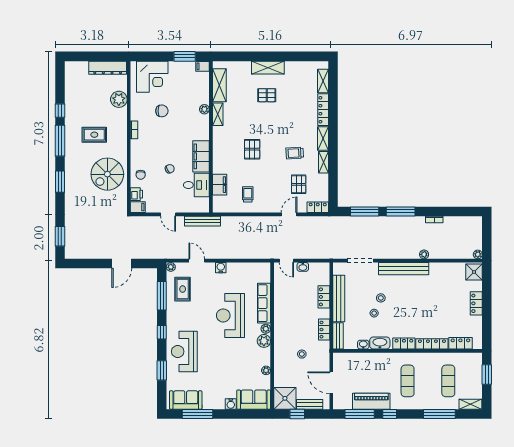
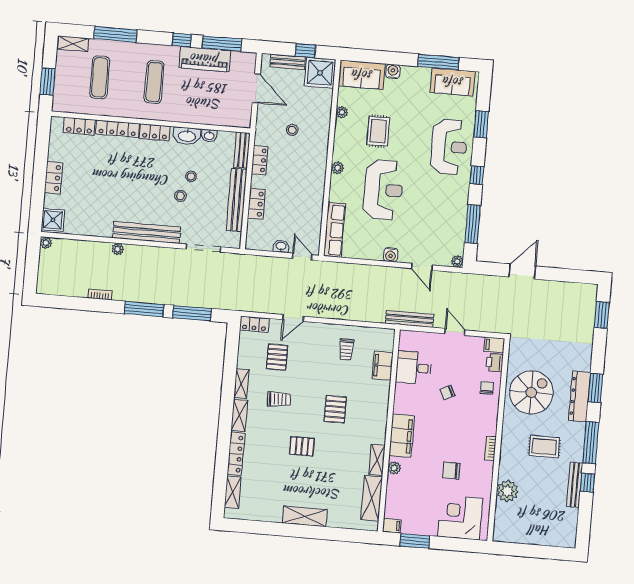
dresser: (108, 68) -> (580, 396), moved, turned -90
pallet: (267, 95) -> (302, 446), moved
bench: (69, 108) -> (575, 485), added
filing cabinet: (201, 156) -> (402, 436), moved
rug: (183, 289) -> (378, 131), moved
row of seats: (264, 303) -> (335, 230), moved
plant: (264, 341) -> (341, 152), removed

